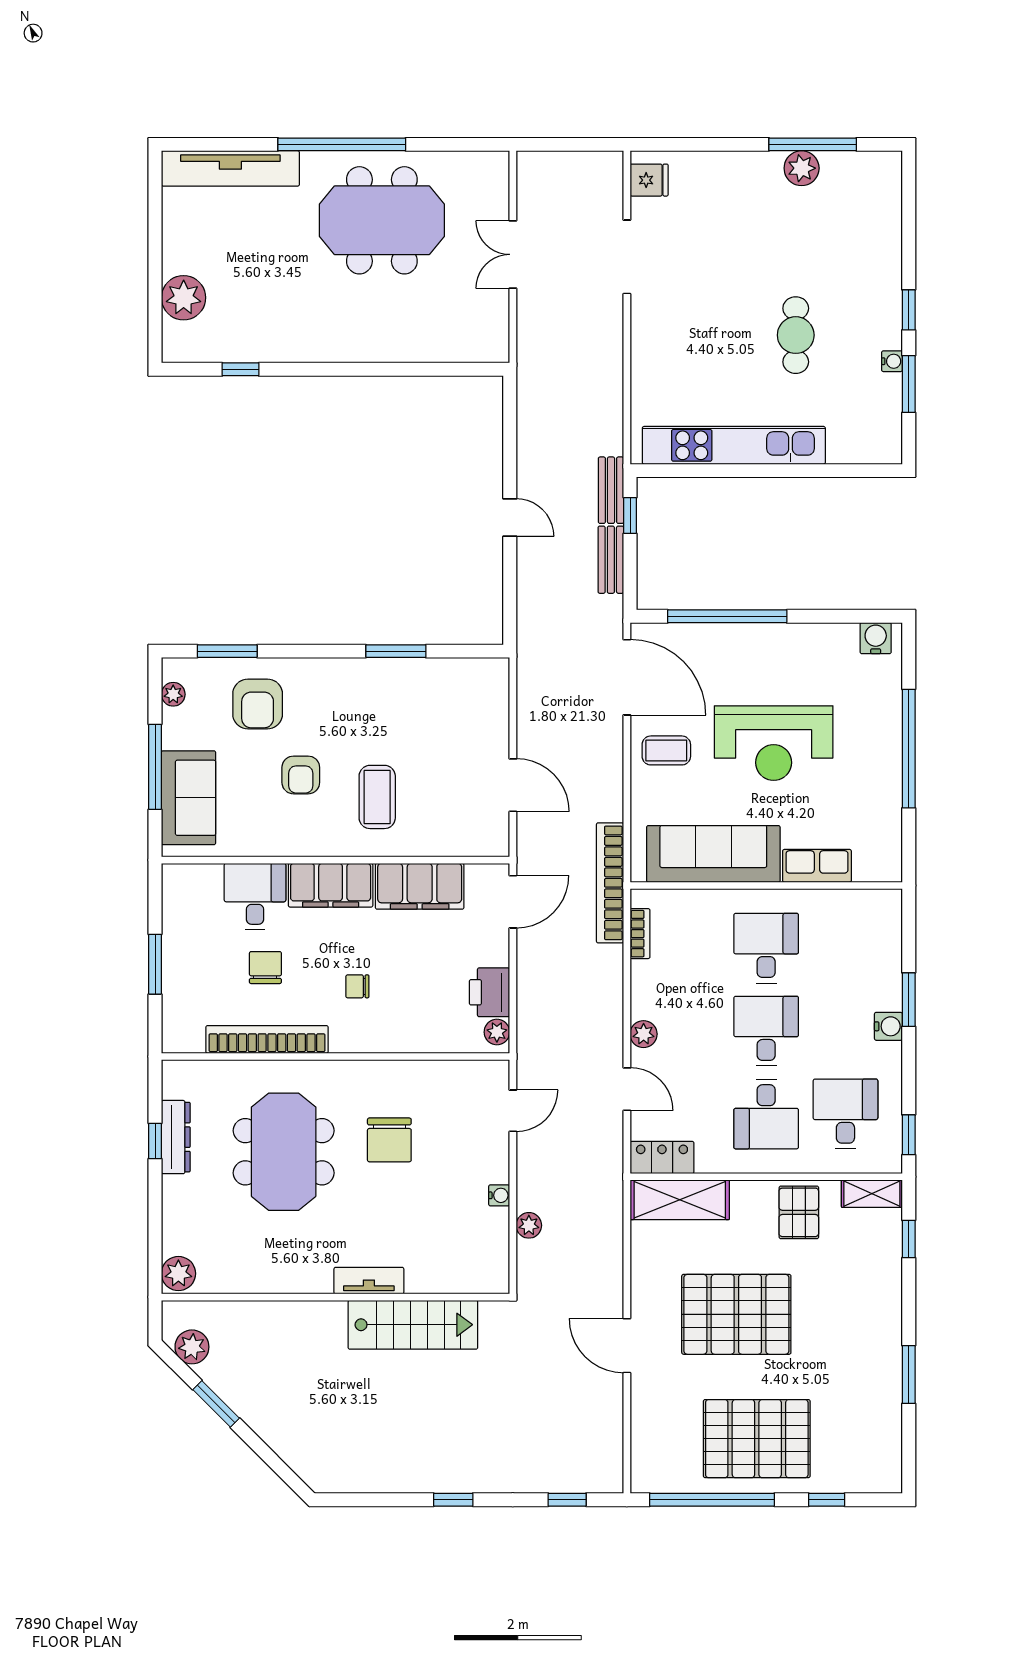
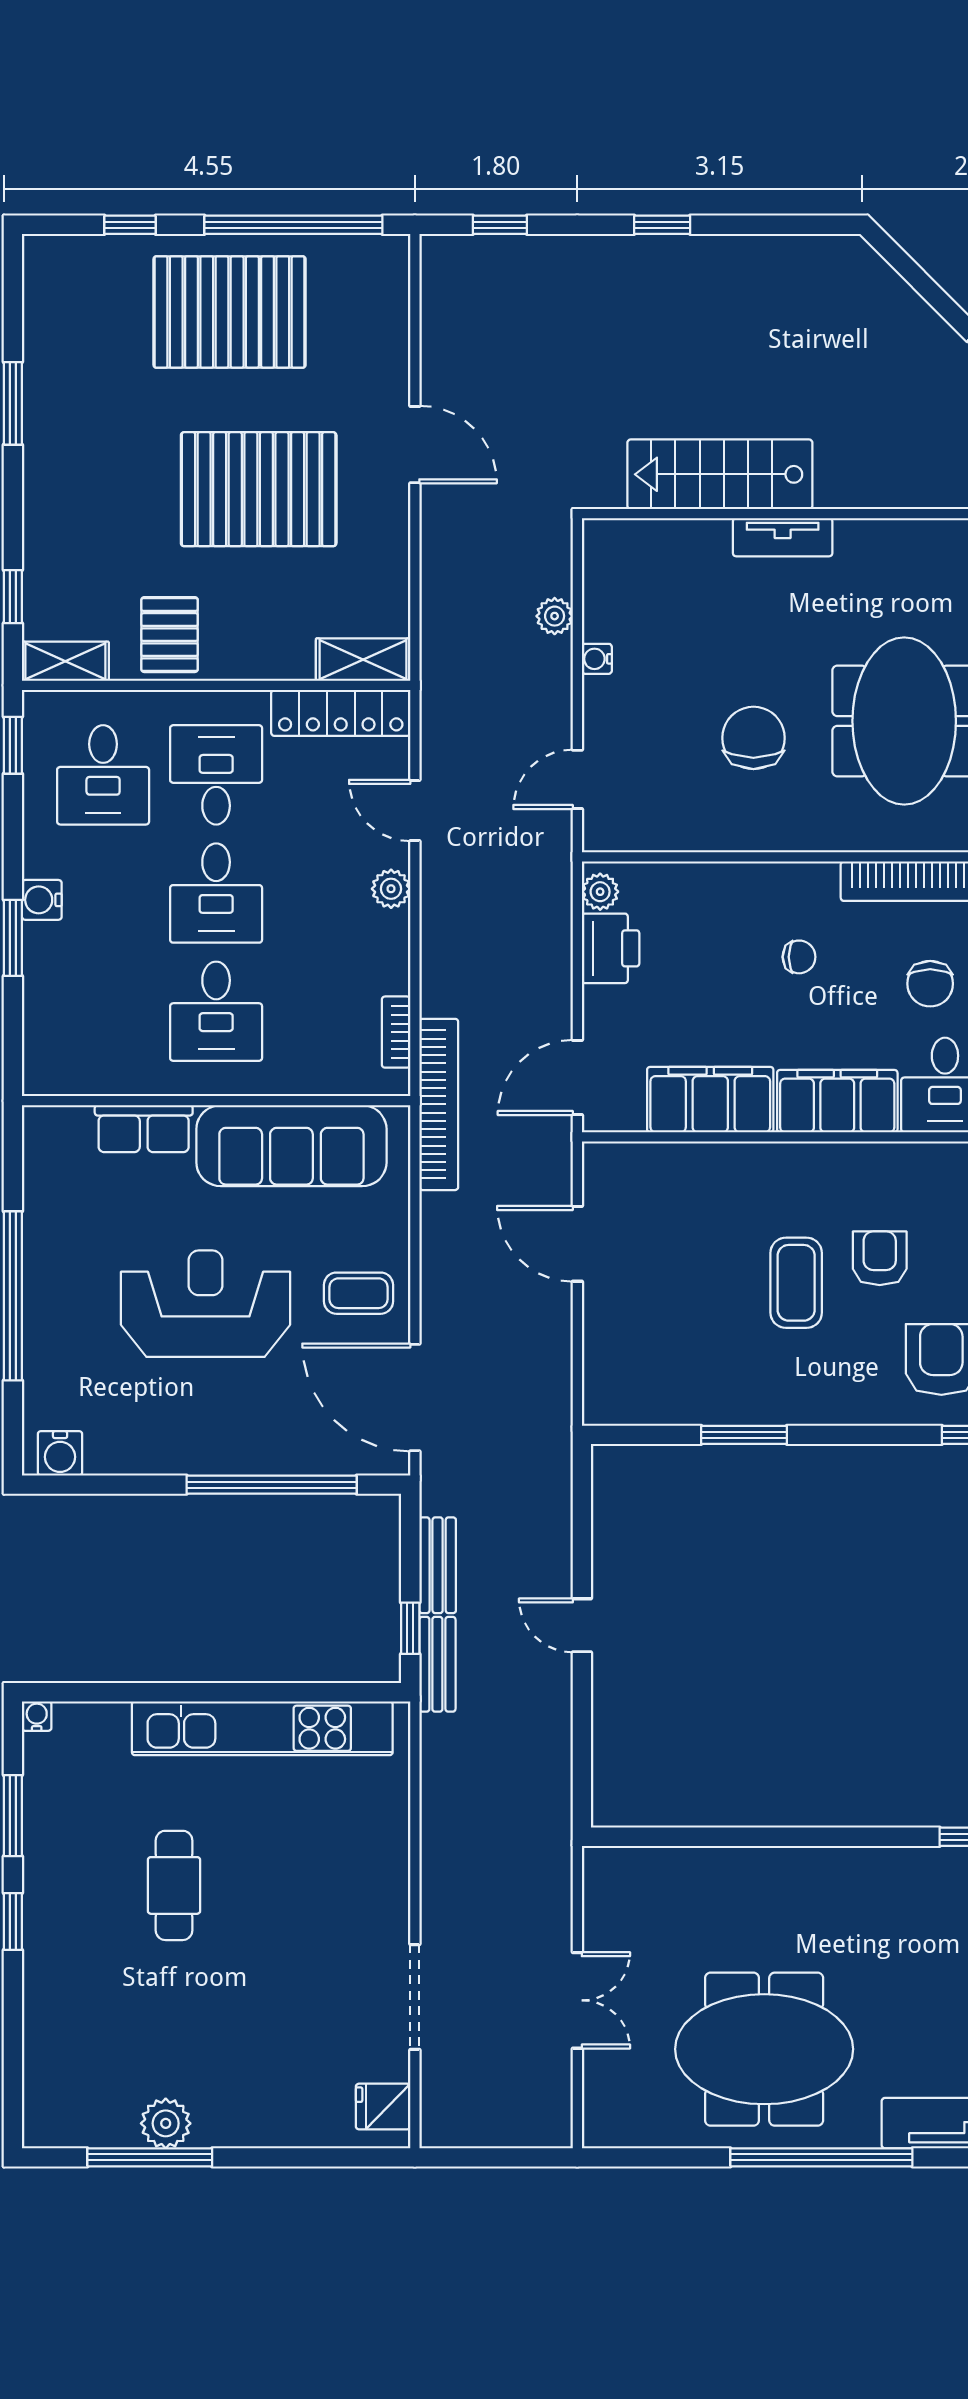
water cooler: (892, 361) -> (37, 1716), moved, turned 90
coffee table: (377, 797) -> (796, 1283), moved
locker: (662, 1157) -> (341, 713), width x1.53
shelving: (680, 1200) -> (363, 660), width x0.67, depth x0.75

